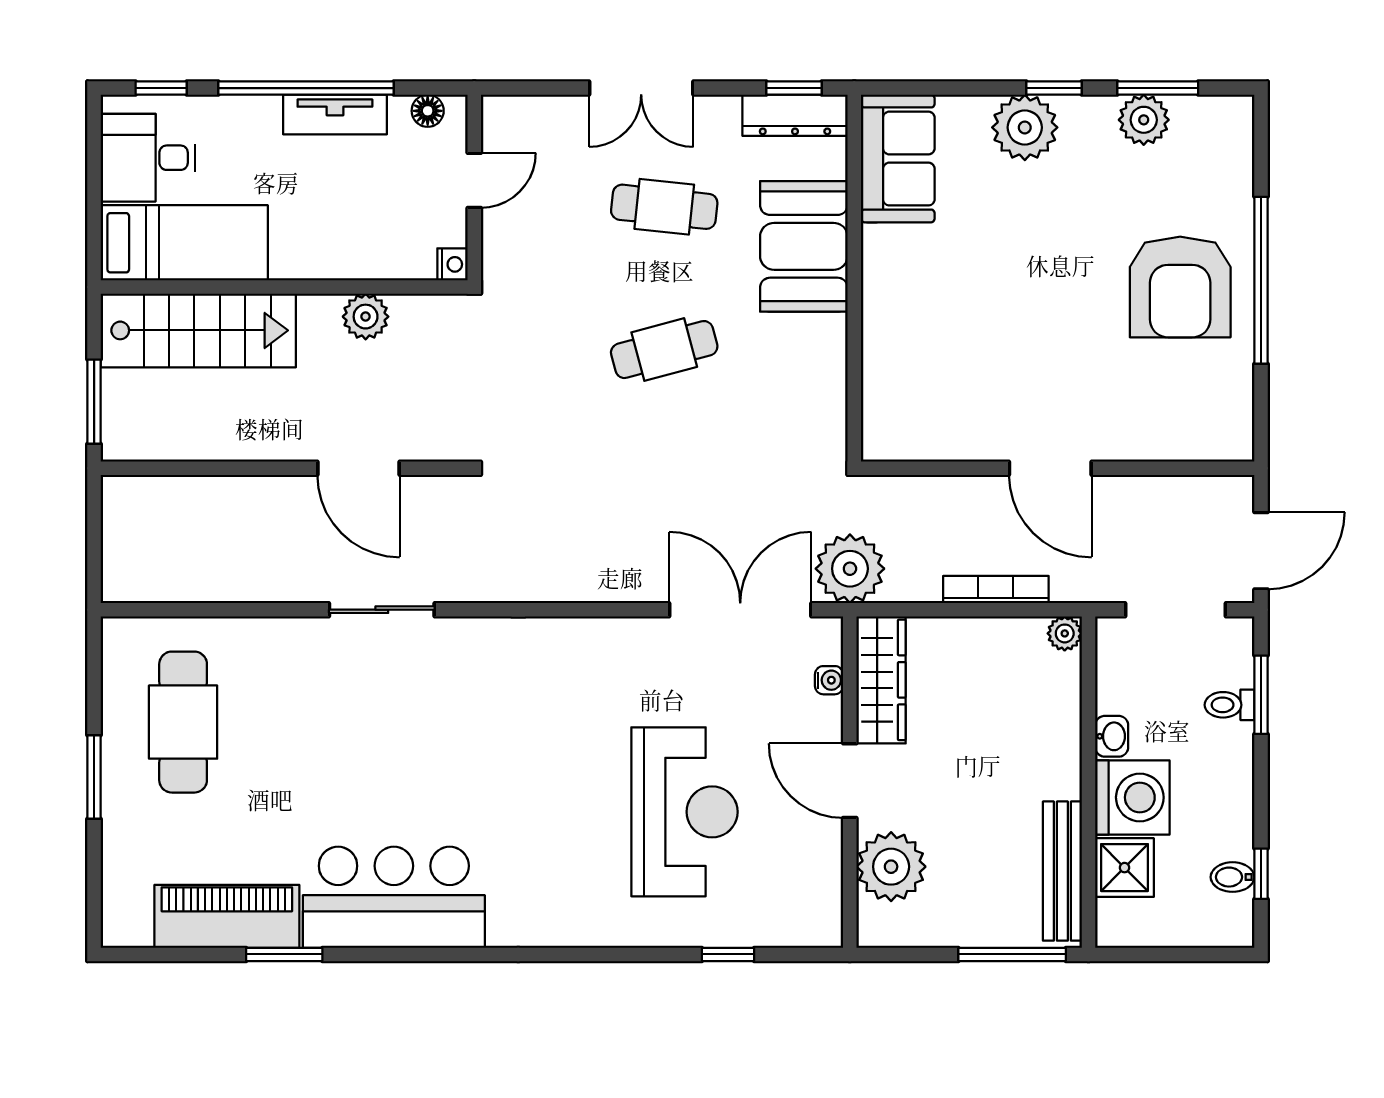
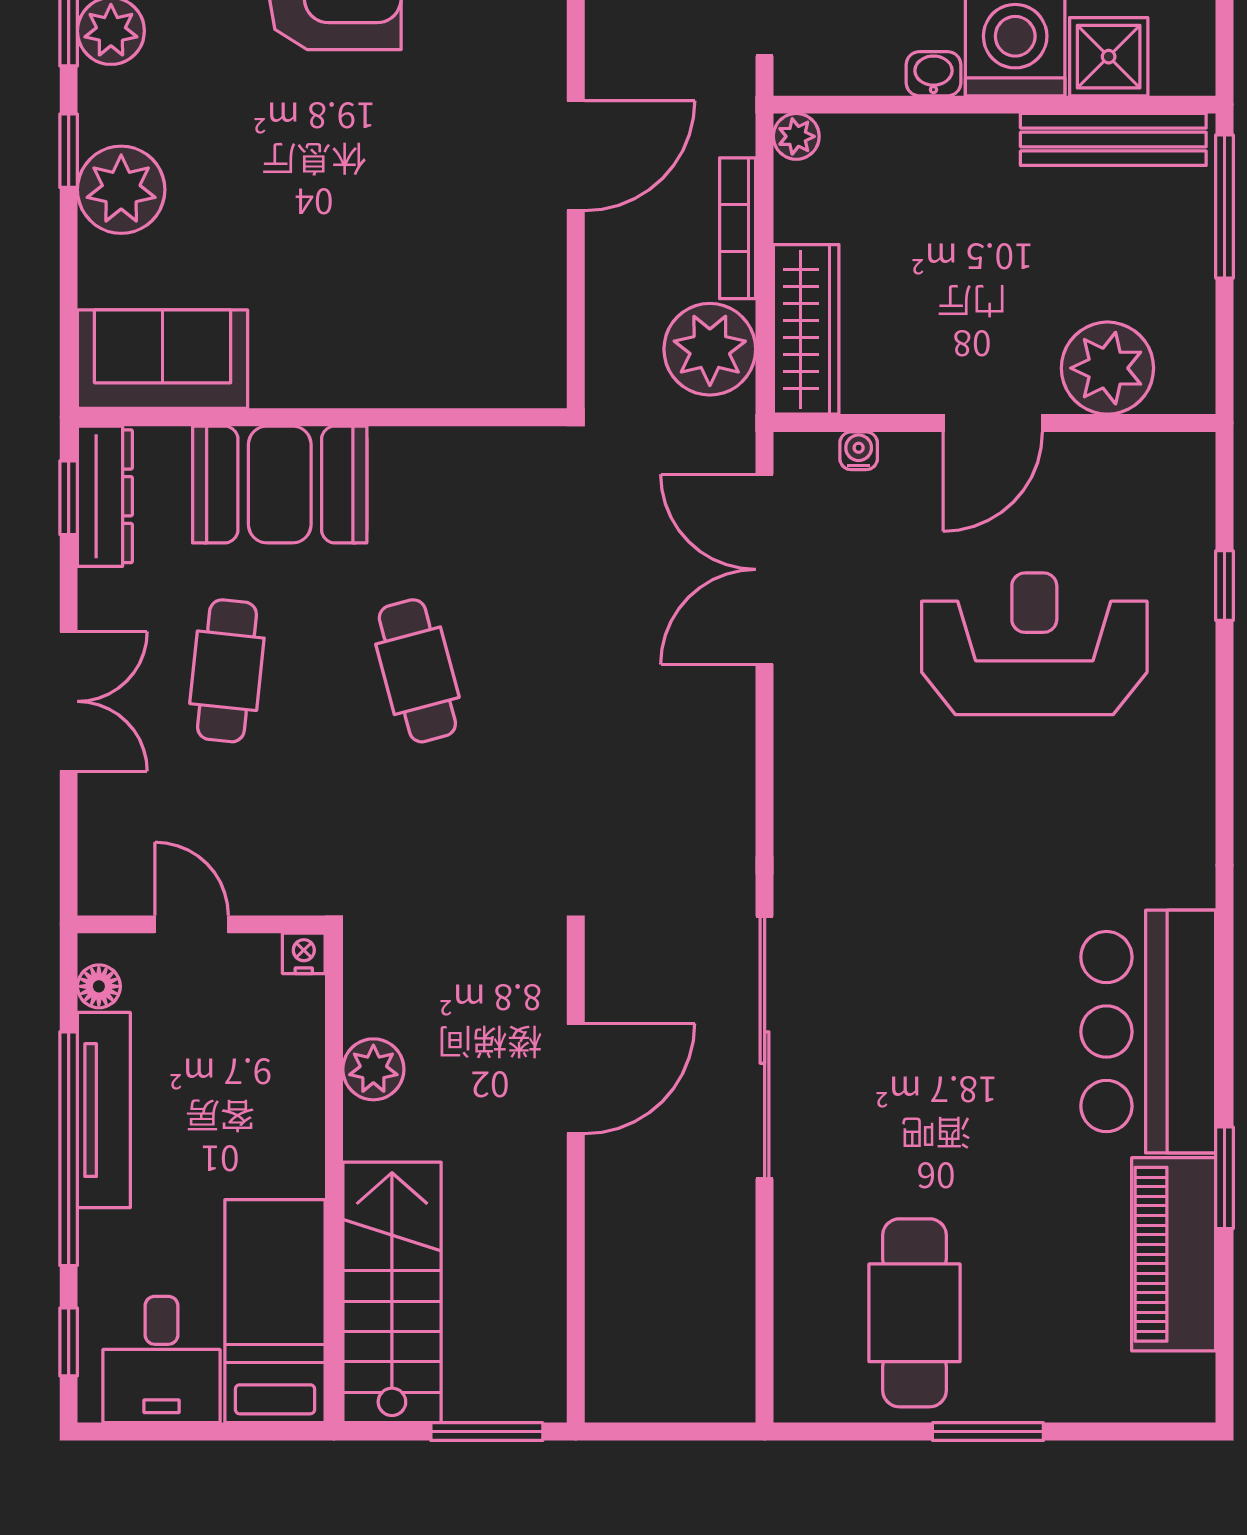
tv unit: (335, 115) -> (104, 1110), width x1.41
plant: (850, 569) -> (710, 349), moved
sliding door: (382, 610) -> (765, 1048), width x1.86
wardrobe: (881, 680) -> (806, 329), moved, turned 90
cafe table: (183, 722) -> (915, 1313), turned 90

